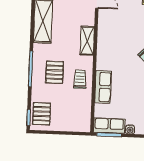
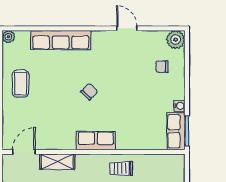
shelving: (87, 41) -> (57, 162), moved
row of seats: (103, 87) -> (96, 141), moved

